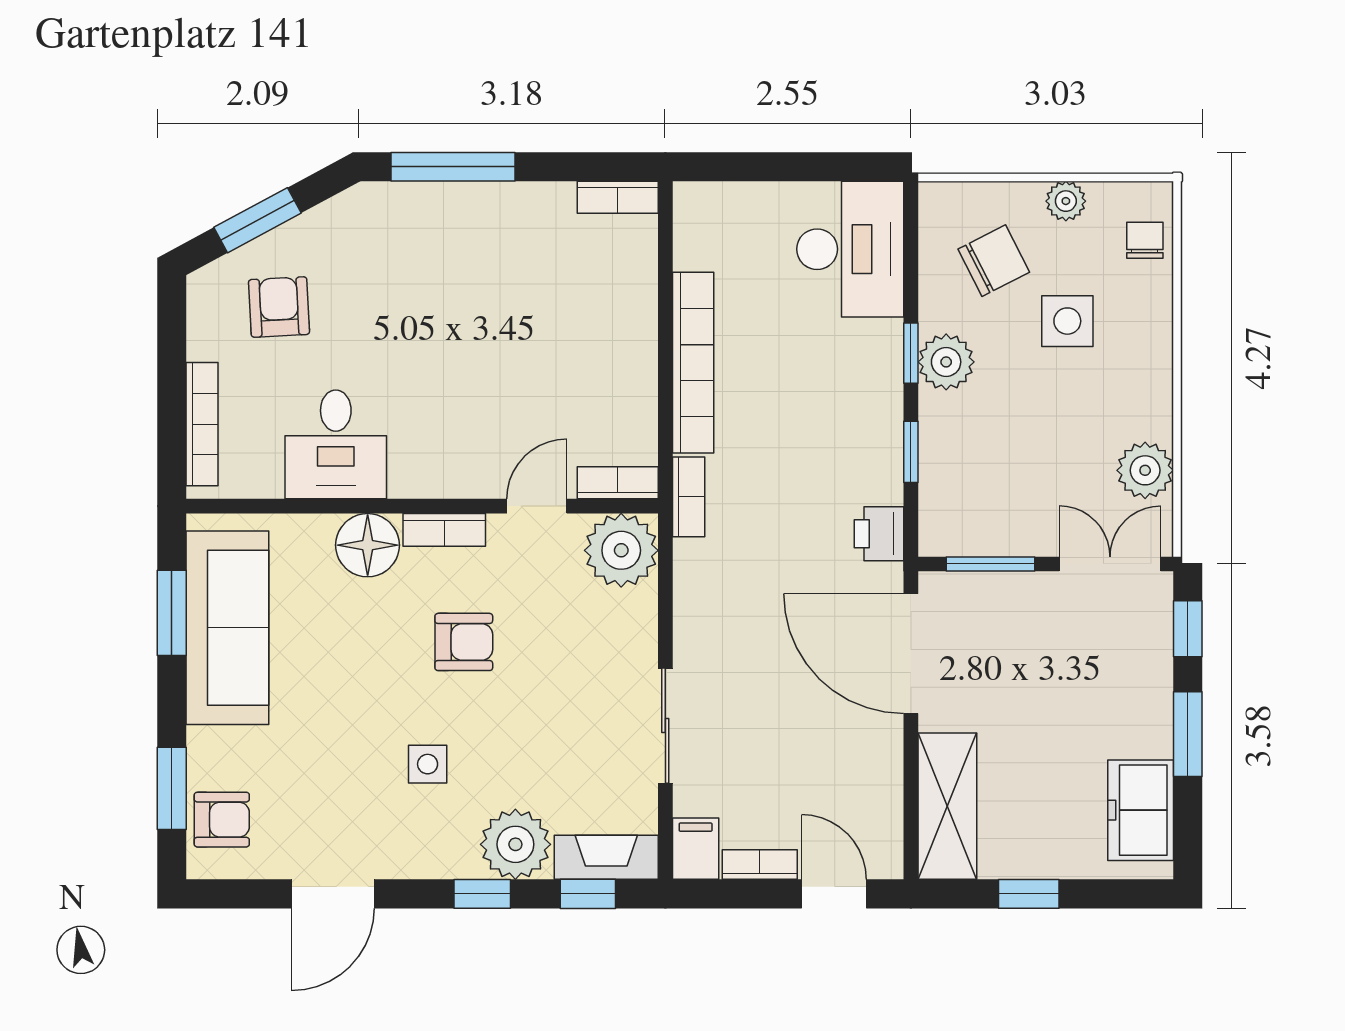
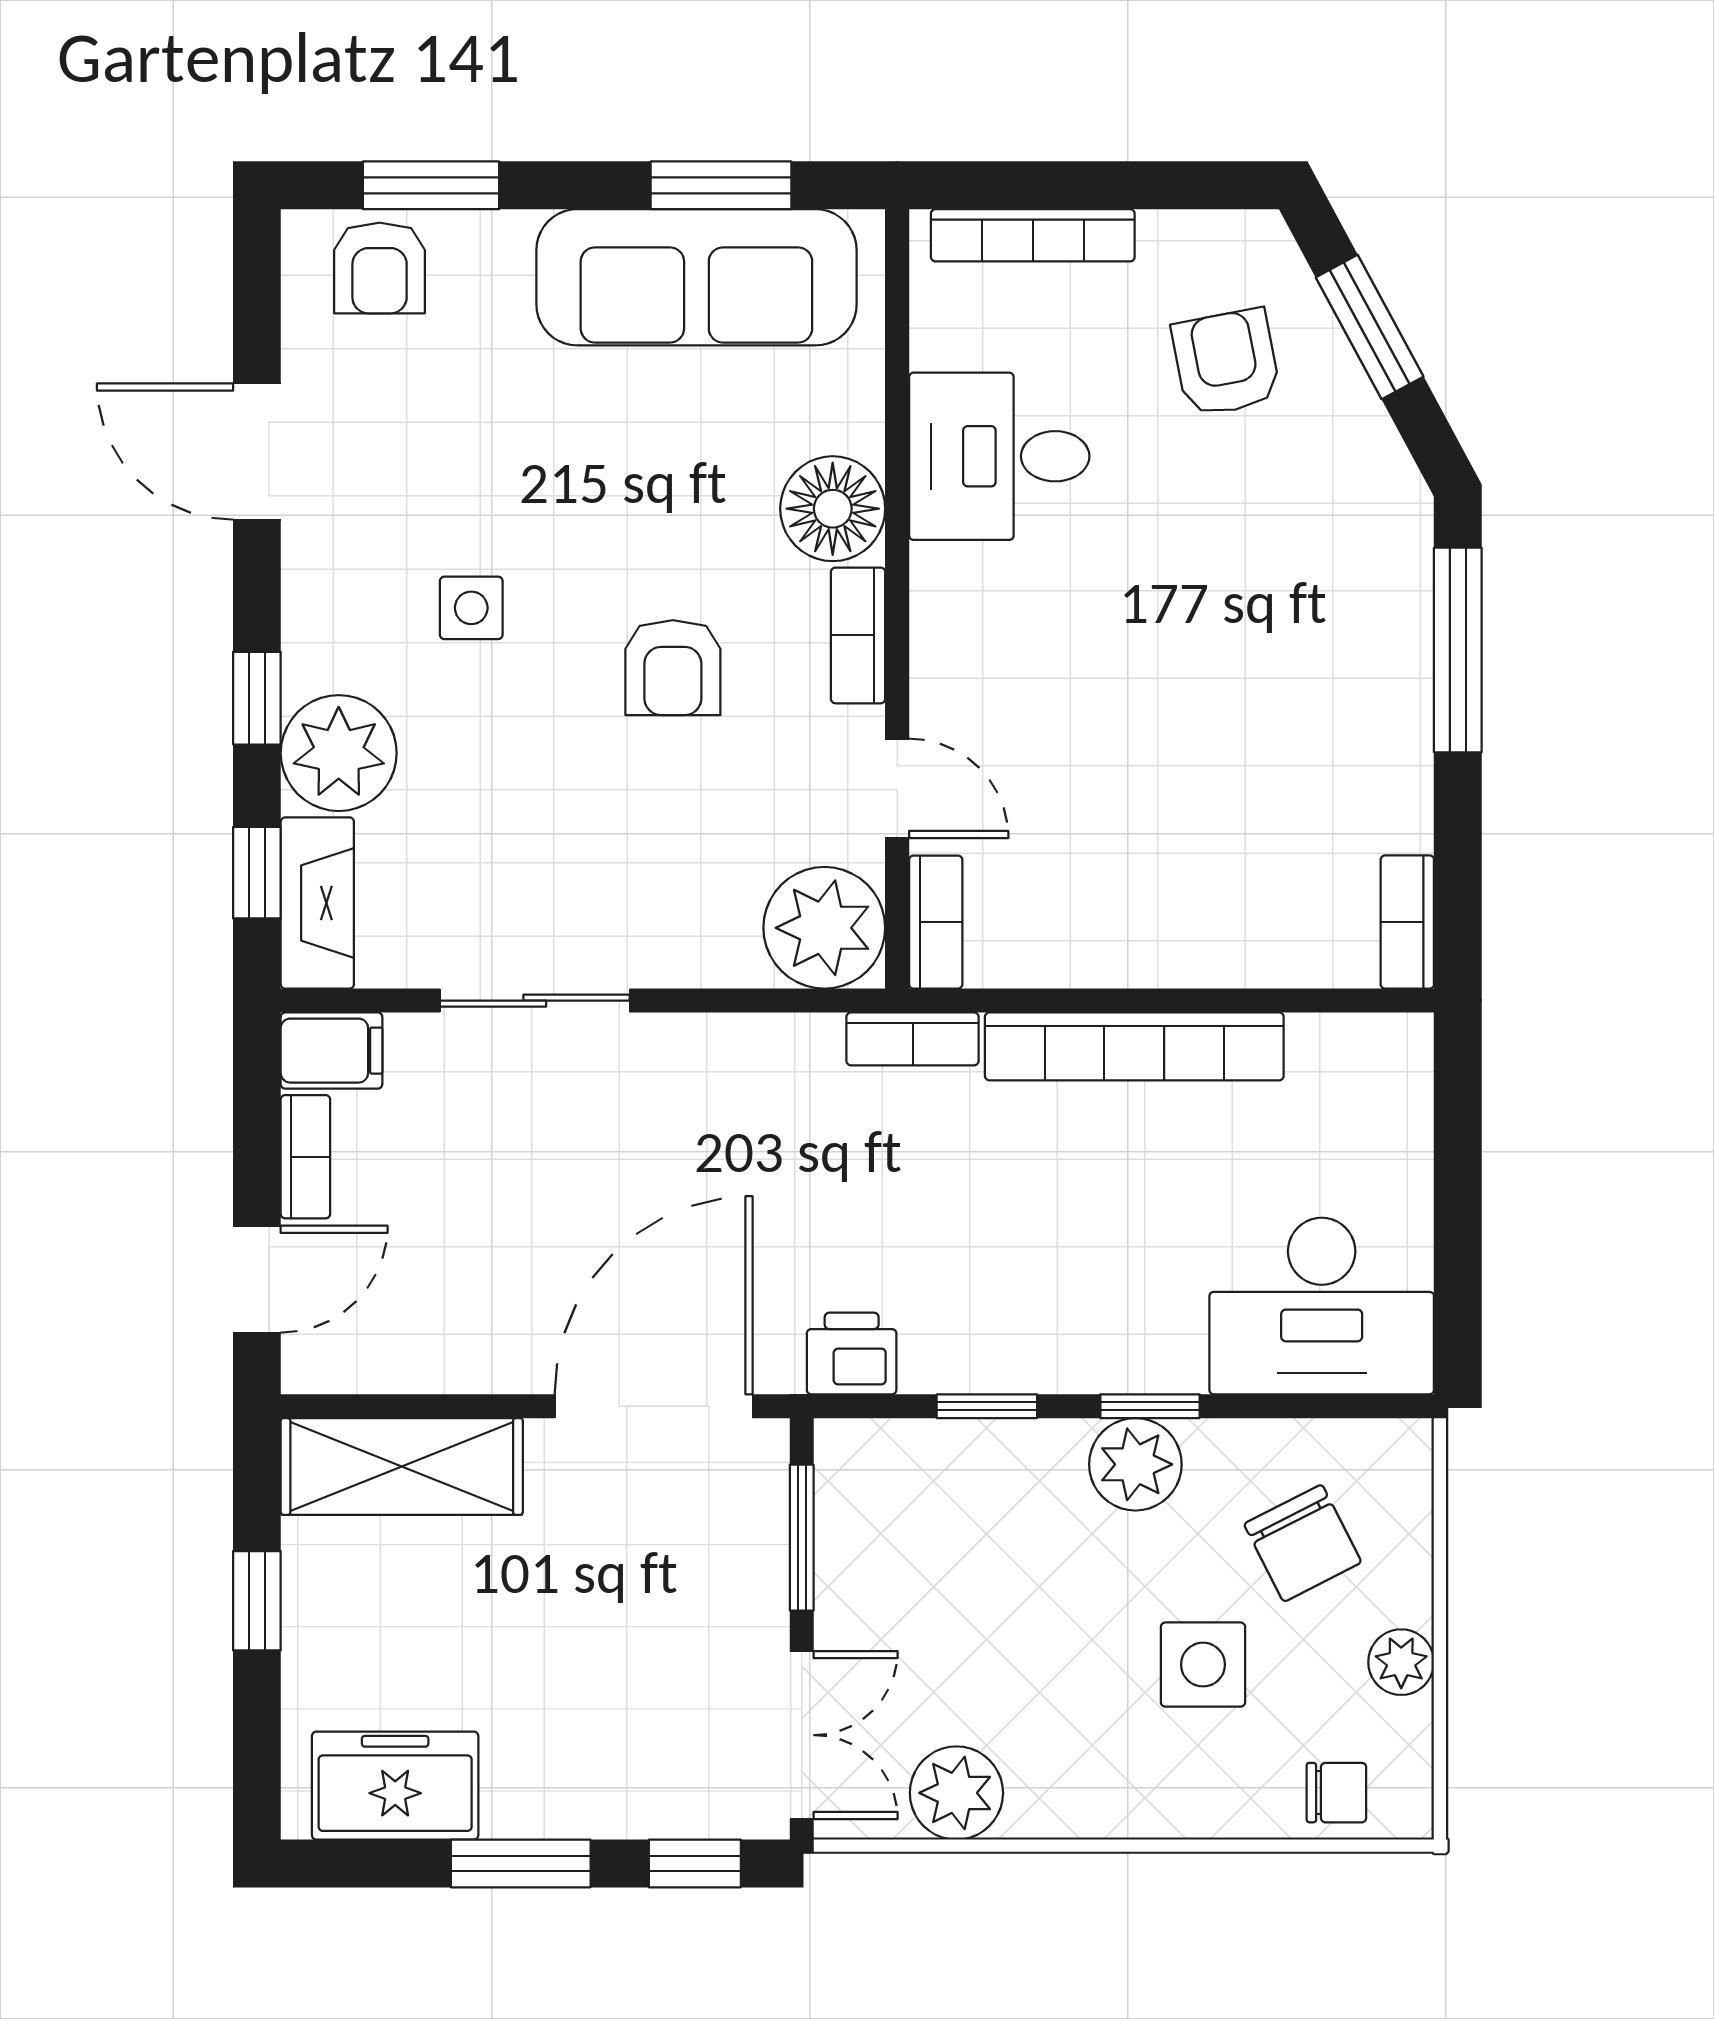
armchair: (279, 307) -> (1226, 363), turned -98

